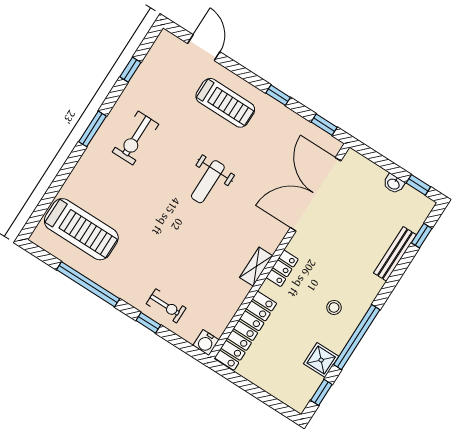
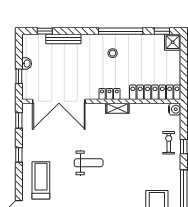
window: (418, 185) -> (19, 76), moved
shower: (321, 360) -> (173, 42), moved

